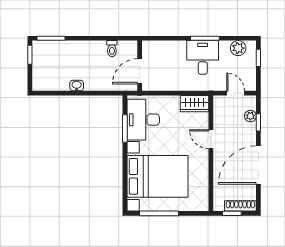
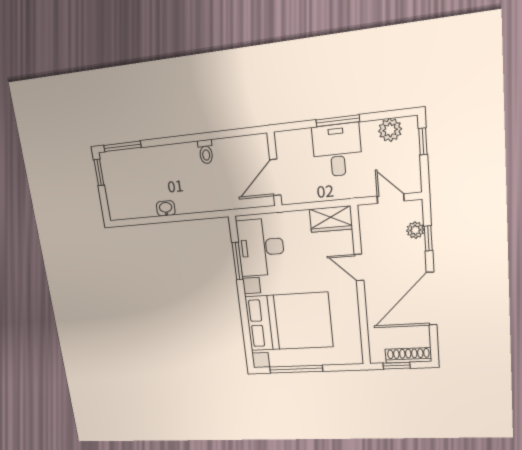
wall: (140, 66) -> (274, 169), moved
door: (140, 71) -> (275, 177), moved

